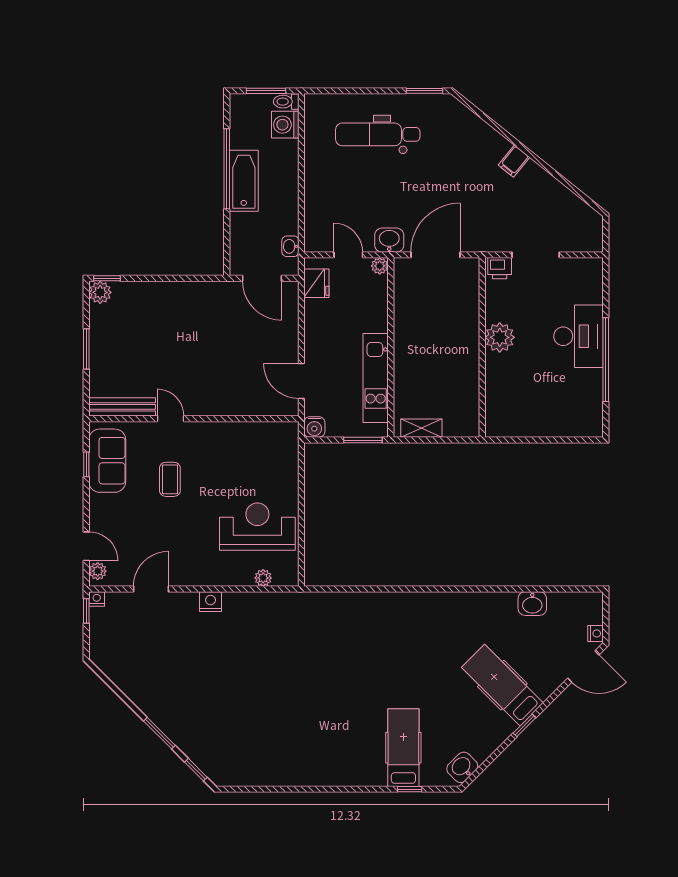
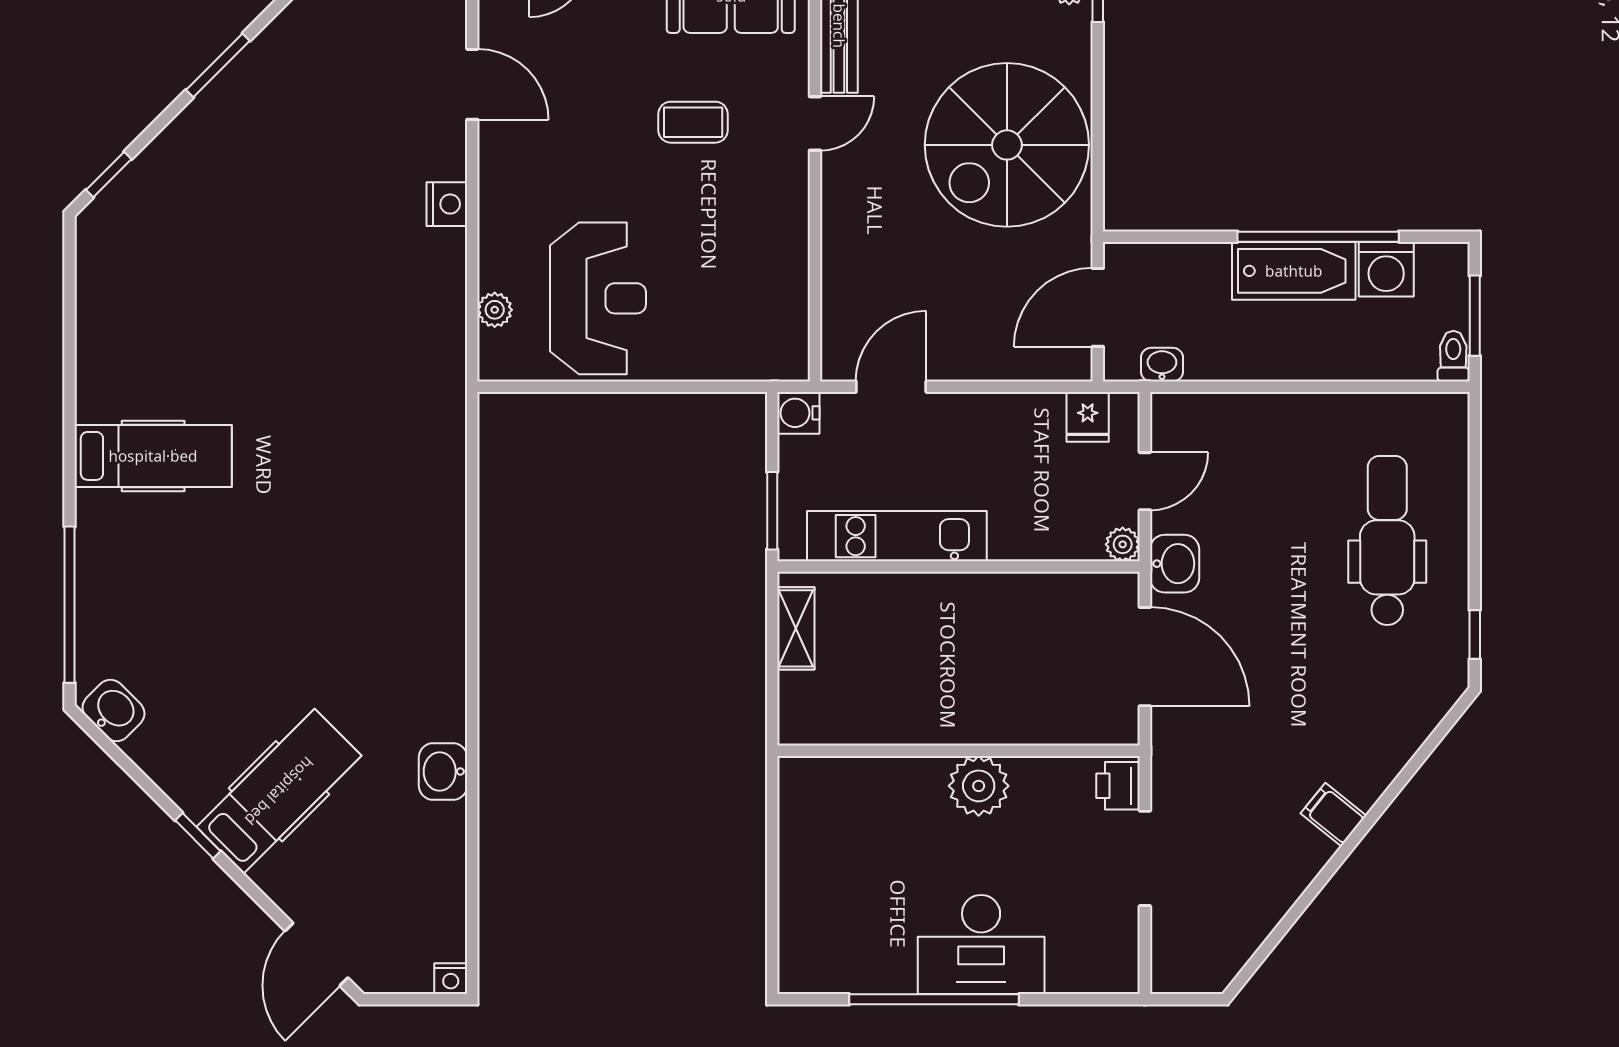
window: (424, 91) -> (1475, 634), width x0.67
washing machine: (285, 125) -> (1386, 269), moved, turned 180
fridge: (316, 283) -> (1088, 417), width x0.72
spiral stairs: (181, 323) -> (1007, 145), added
washbasin: (532, 604) -> (443, 772), moved
nightstand: (595, 633) -> (451, 979), moved
window: (159, 733) -> (218, 65), moved
hospital bed: (403, 748) -> (153, 456), moved
window: (410, 789) -> (70, 605), width x3.17

